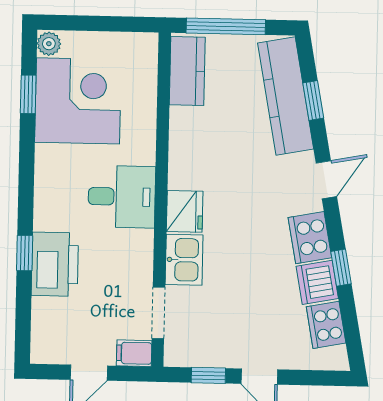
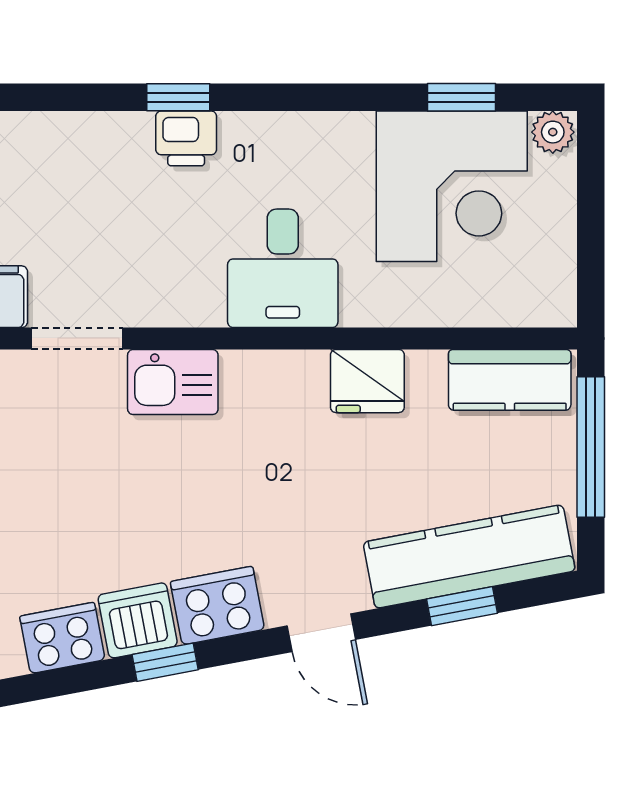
fridge: (185, 211) -> (367, 381), moved
printer: (55, 264) -> (186, 138), width x0.53, depth x0.68

